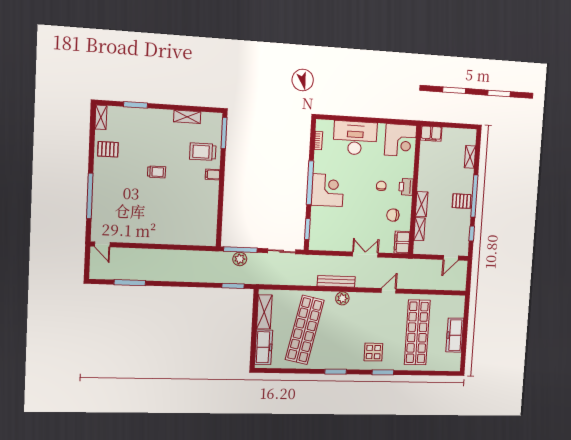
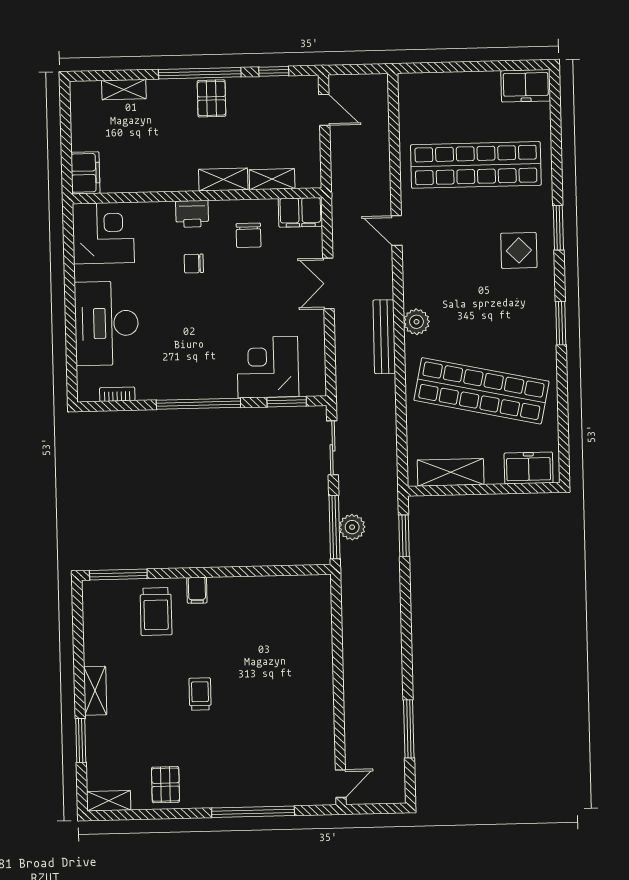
shelving: (187, 117) -> (95, 691), moved
corner desk: (328, 190) -> (268, 367), moved
freezer: (455, 335) -> (526, 86), moved, width x0.71
freezer: (264, 347) -> (529, 468), width x0.71

